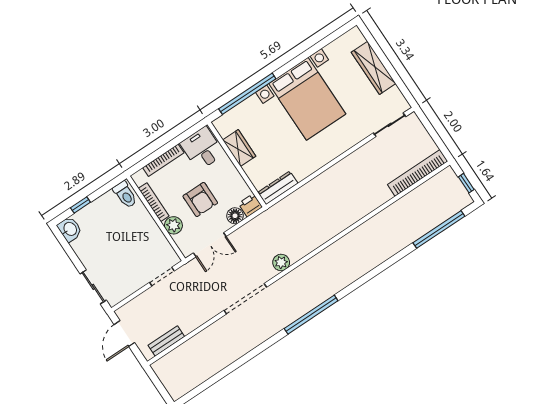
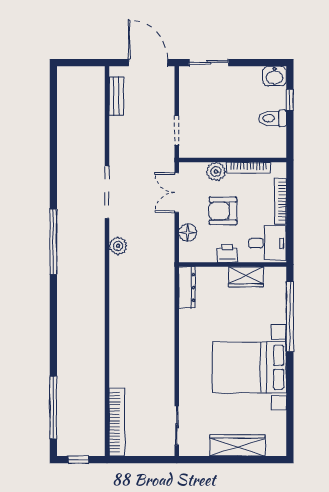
toilet: (125, 195) -> (272, 118), moved
printer: (250, 205) -> (227, 253), moved, turned -90
door: (124, 334) -> (148, 63), width x1.36

